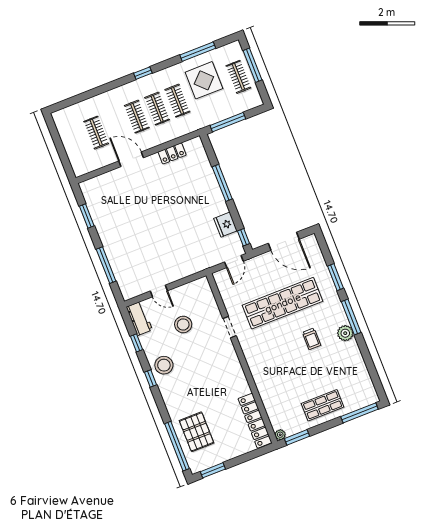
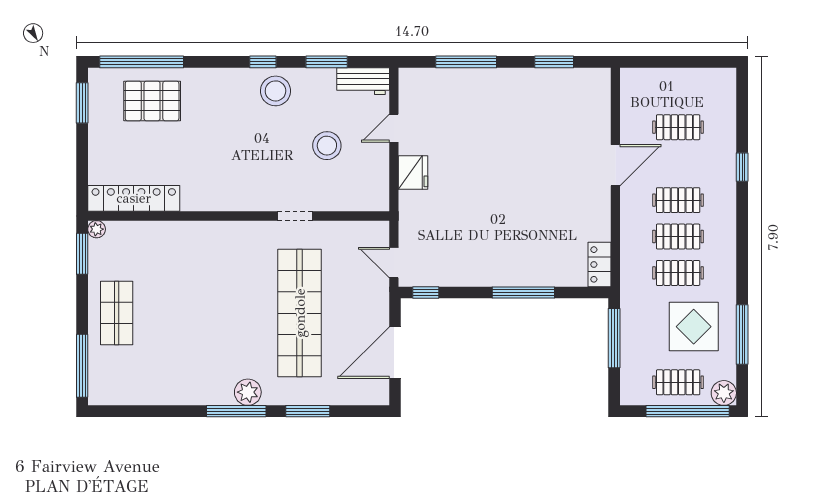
plant: (234, 49) -> (724, 393), added
window: (252, 65) -> (688, 411), width x1.46
window: (143, 73) -> (742, 167), moved
locker: (172, 153) -> (599, 264), moved
fridge: (225, 225) -> (413, 173), moved, turned 90
plant: (345, 333) -> (248, 392), moved
trolley: (312, 339) -> (227, 336), removed
window: (137, 343) -> (327, 62), width x1.50

